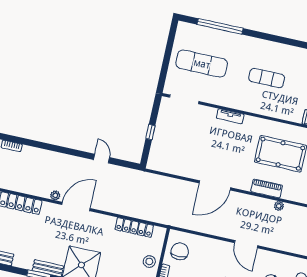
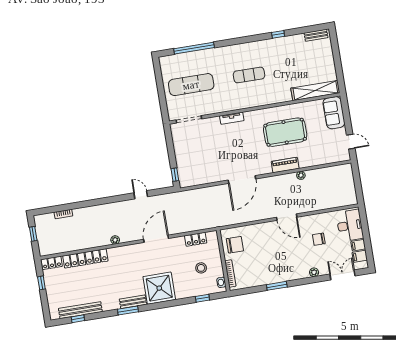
window: (150, 132) -> (175, 175), moved
door: (76, 207) -> (156, 239), moved
locker: (134, 227) -> (196, 239), width x0.66
chair: (180, 251) -> (235, 245), turned 90
stool: (149, 261) -> (201, 268), moved

